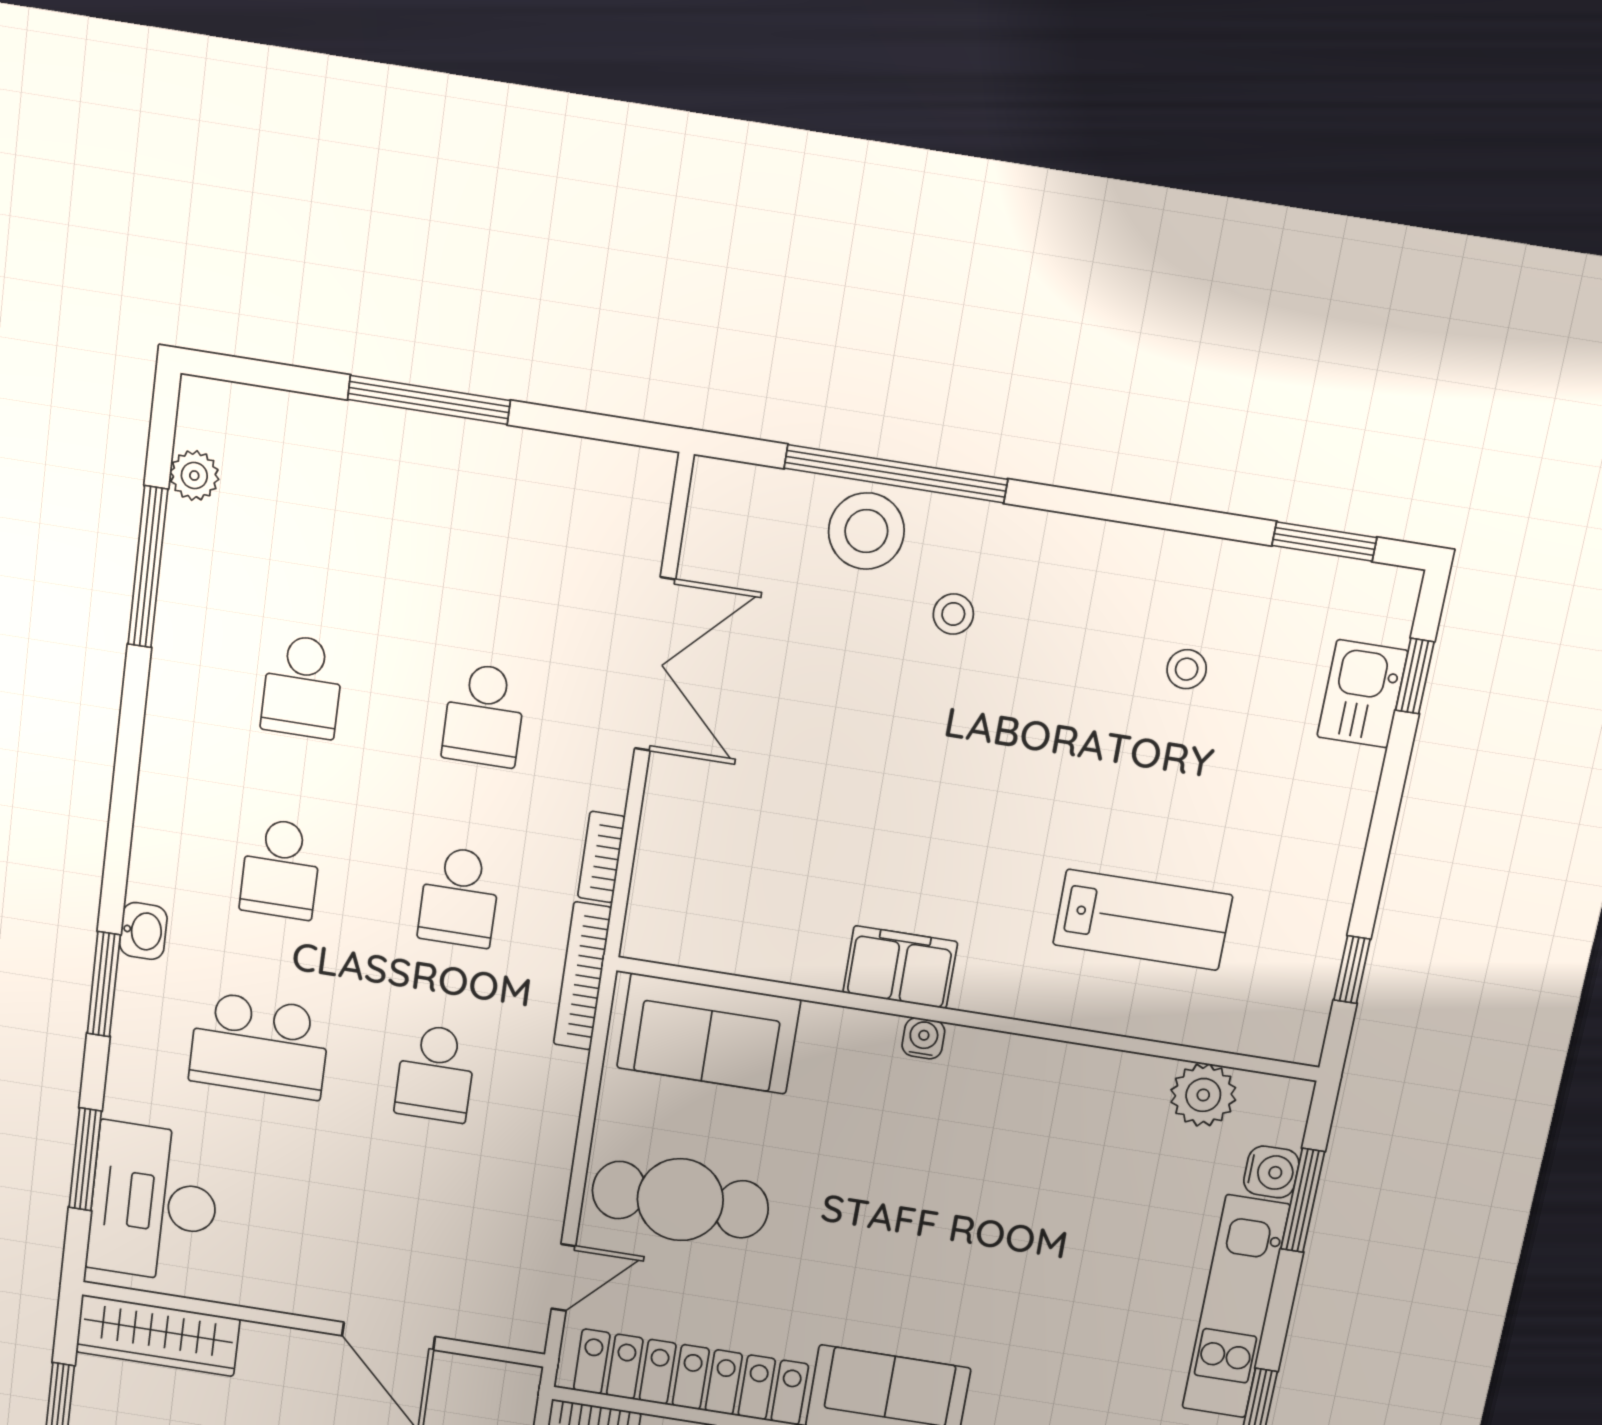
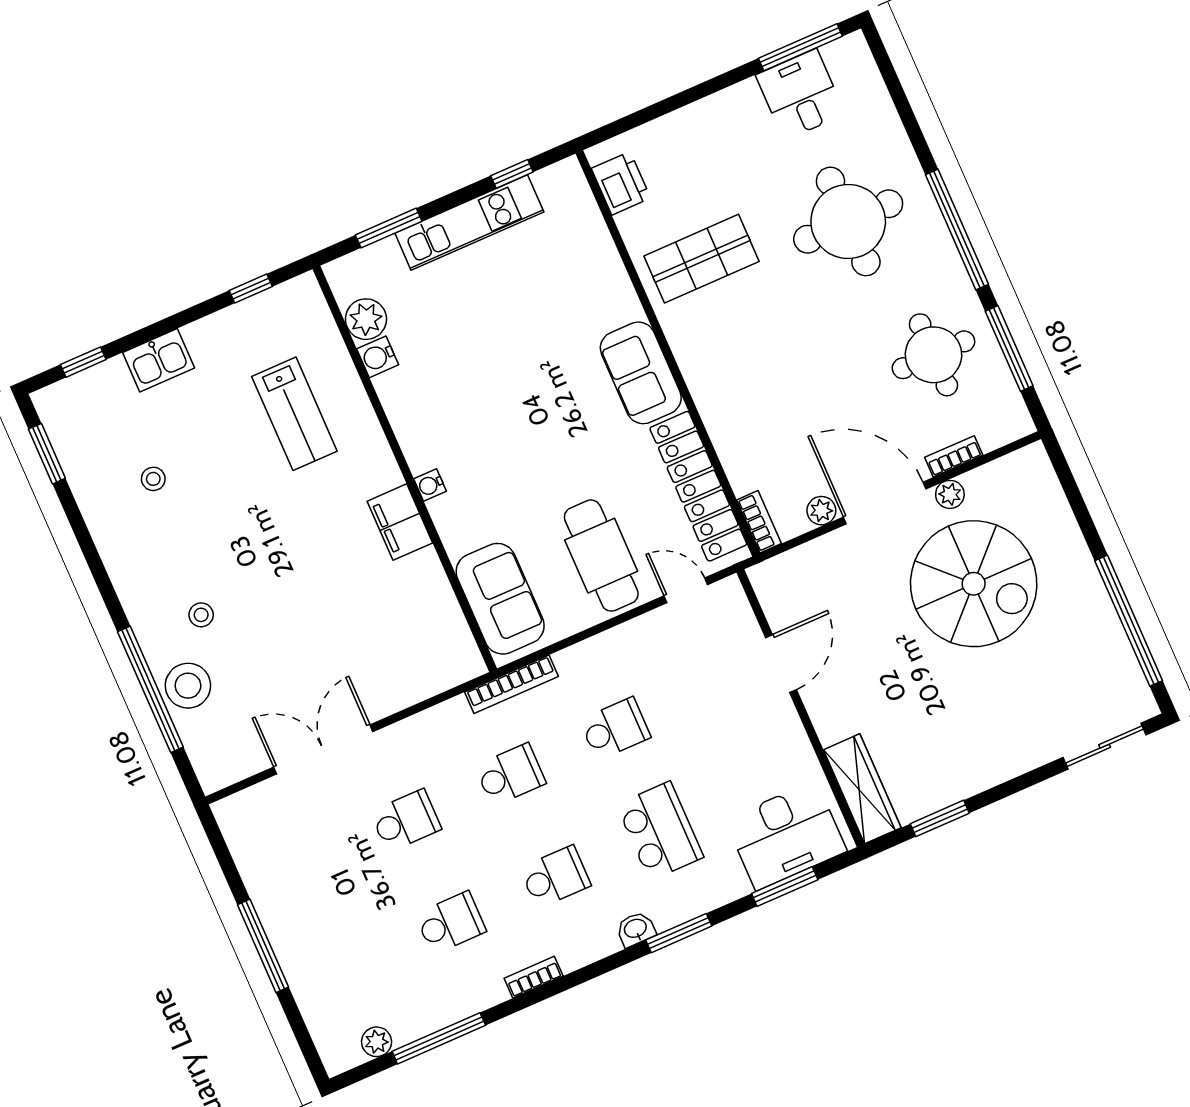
kitchen sink: (1362, 694) -> (159, 360), moved
bookcase: (601, 857) -> (534, 977), moved, turned 180
lab bench: (1143, 920) -> (294, 414), turned 180
water cooler: (1271, 1172) -> (378, 357), moved, turned -90

